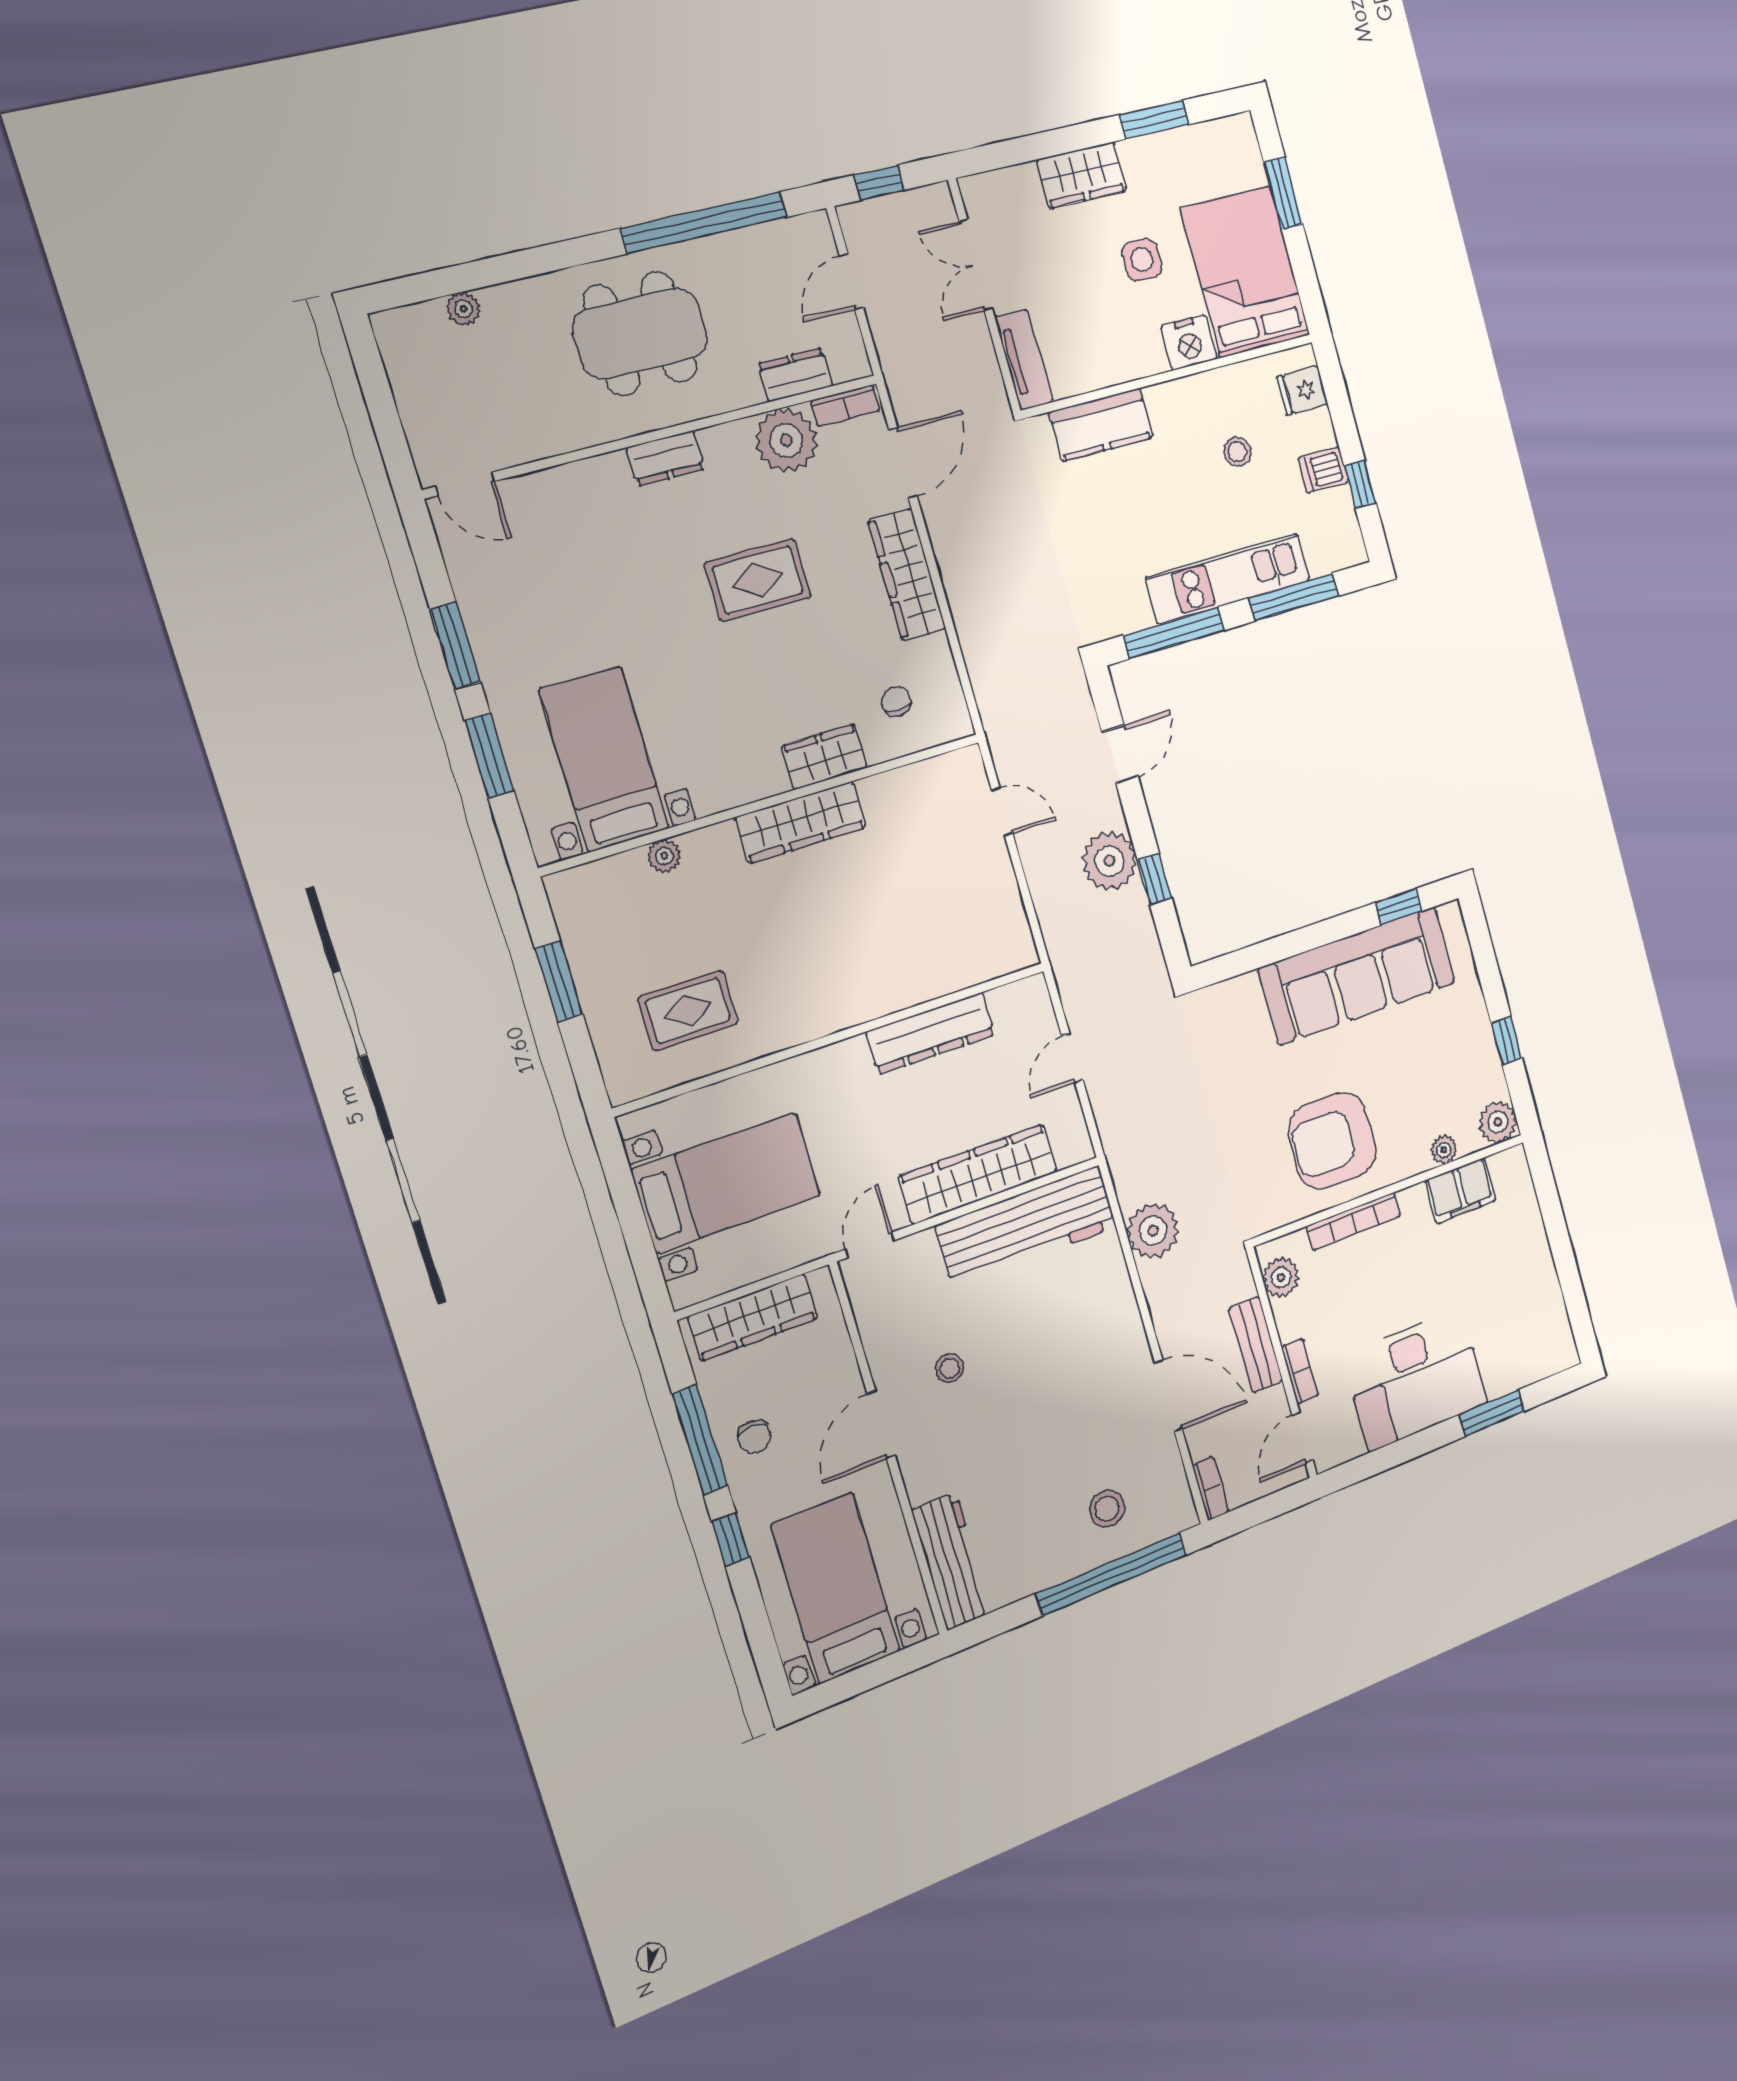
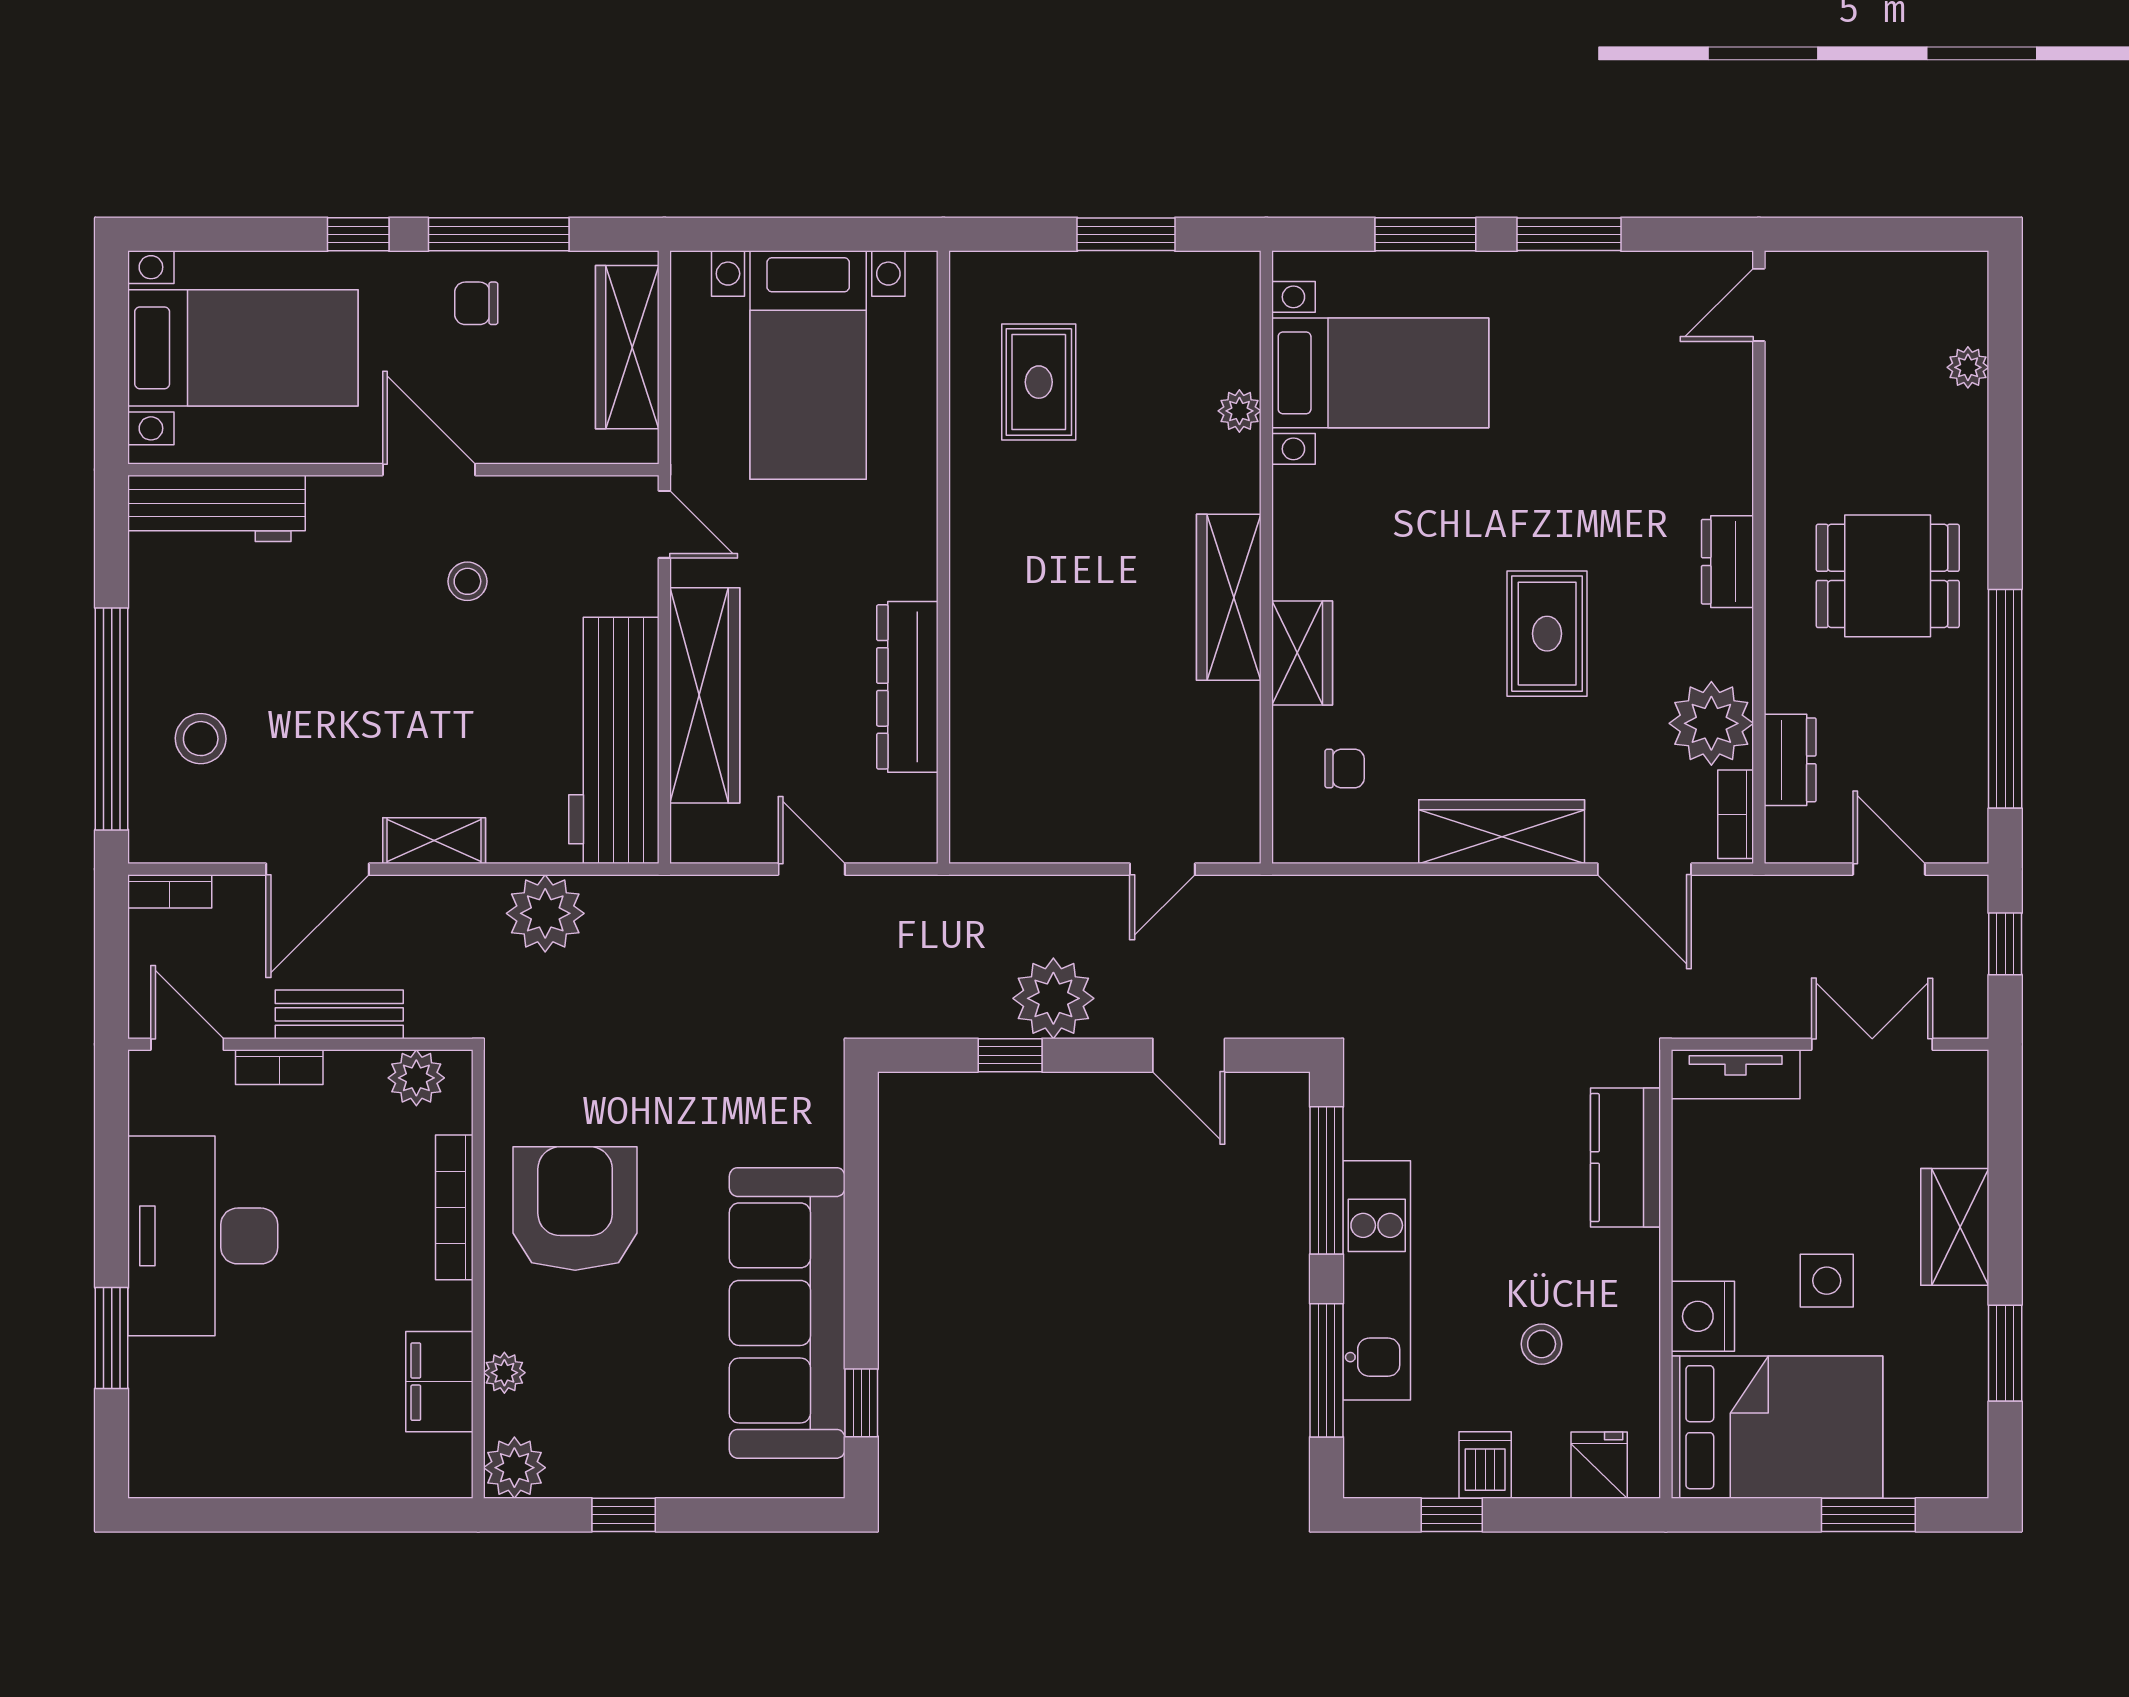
dining table: (640, 334) -> (1888, 576), width x0.73
shelving: (1128, 1324) -> (434, 841), added

